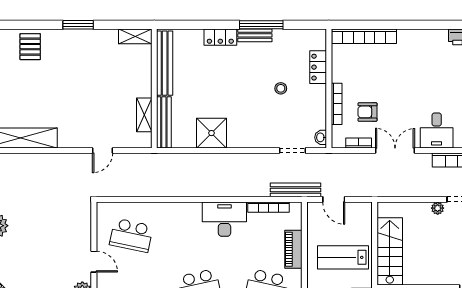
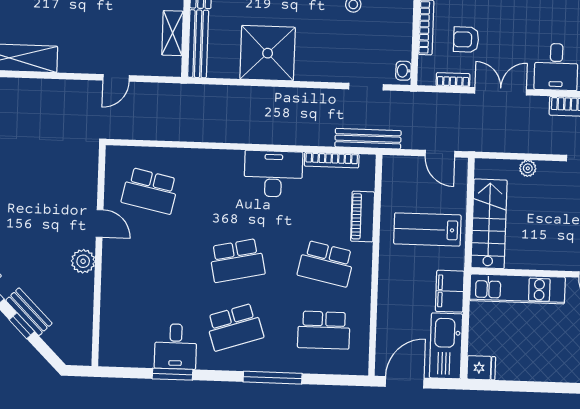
shower: (211, 133) -> (268, 53), width x1.37, depth x1.37
door: (334, 199) -> (440, 154), moved
plant: (438, 208) -> (528, 168), moved

